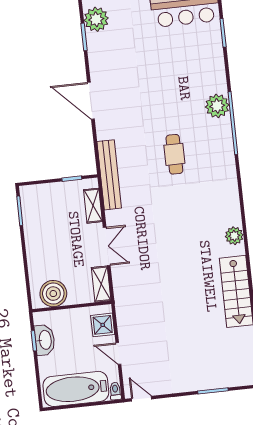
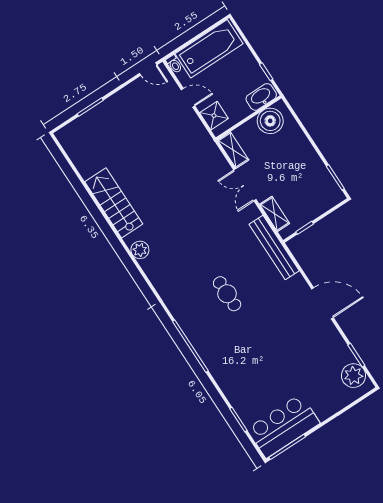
plant: (217, 106) -> (211, 354), removed
washbasin: (45, 340) -> (261, 97), moved, turned 90

